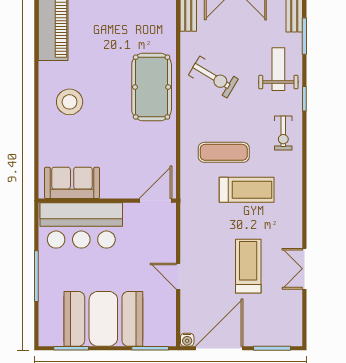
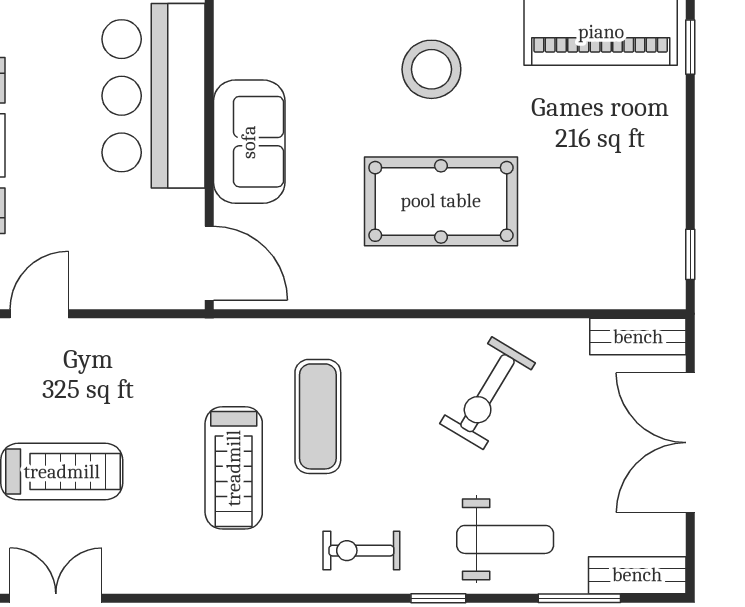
pool table: (152, 87) -> (441, 201), moved
sofa: (72, 183) -> (249, 142), moved

